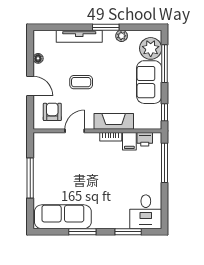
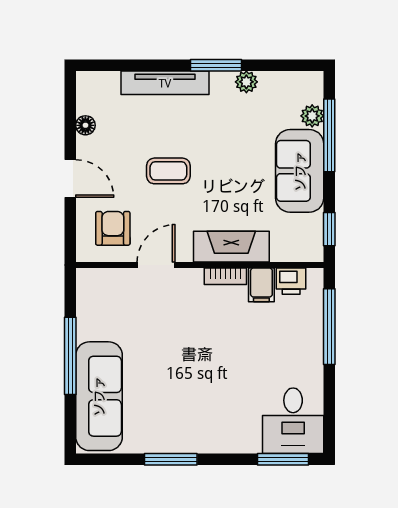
plant: (151, 48) -> (312, 116), width x0.53, depth x0.53
sofa: (63, 217) -> (99, 396), moved, turned 90
window: (128, 232) -> (283, 459), moved

